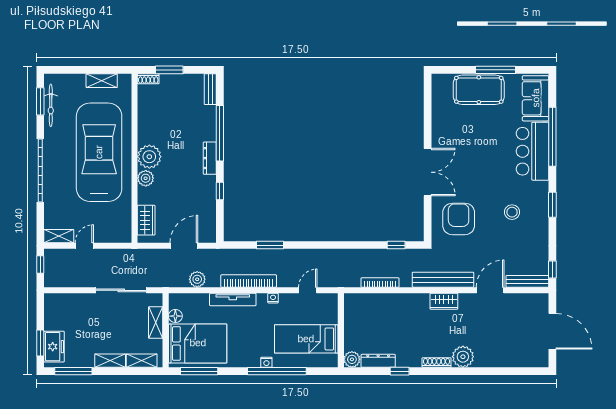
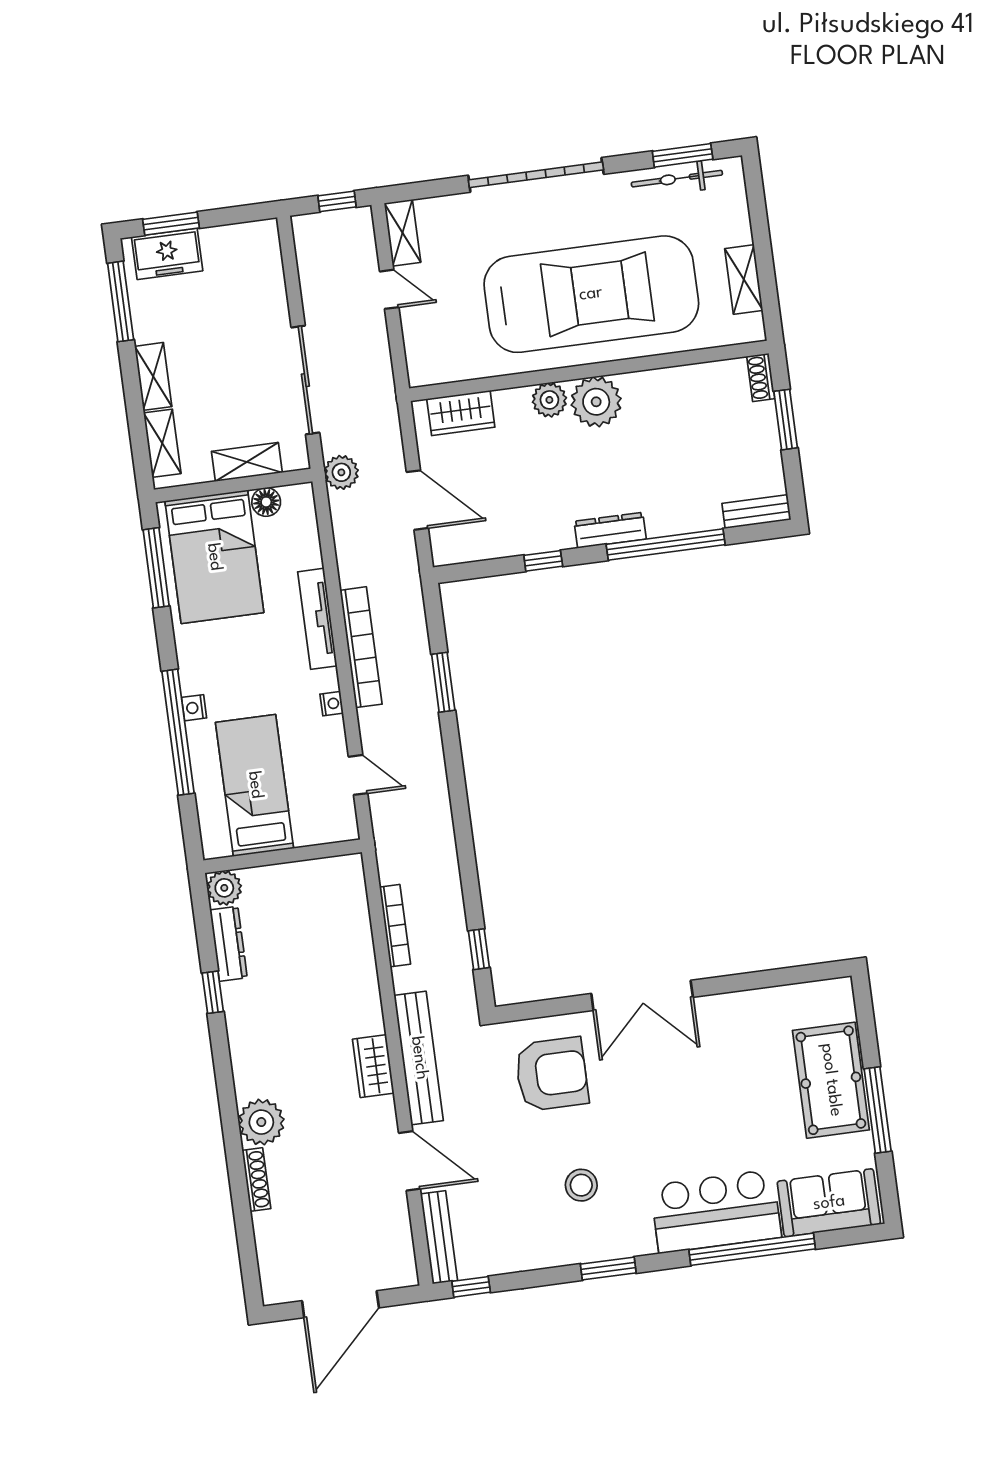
plant: (197, 279) -> (341, 472), moved
shoe rack: (437, 363) -> (256, 1180), moved

